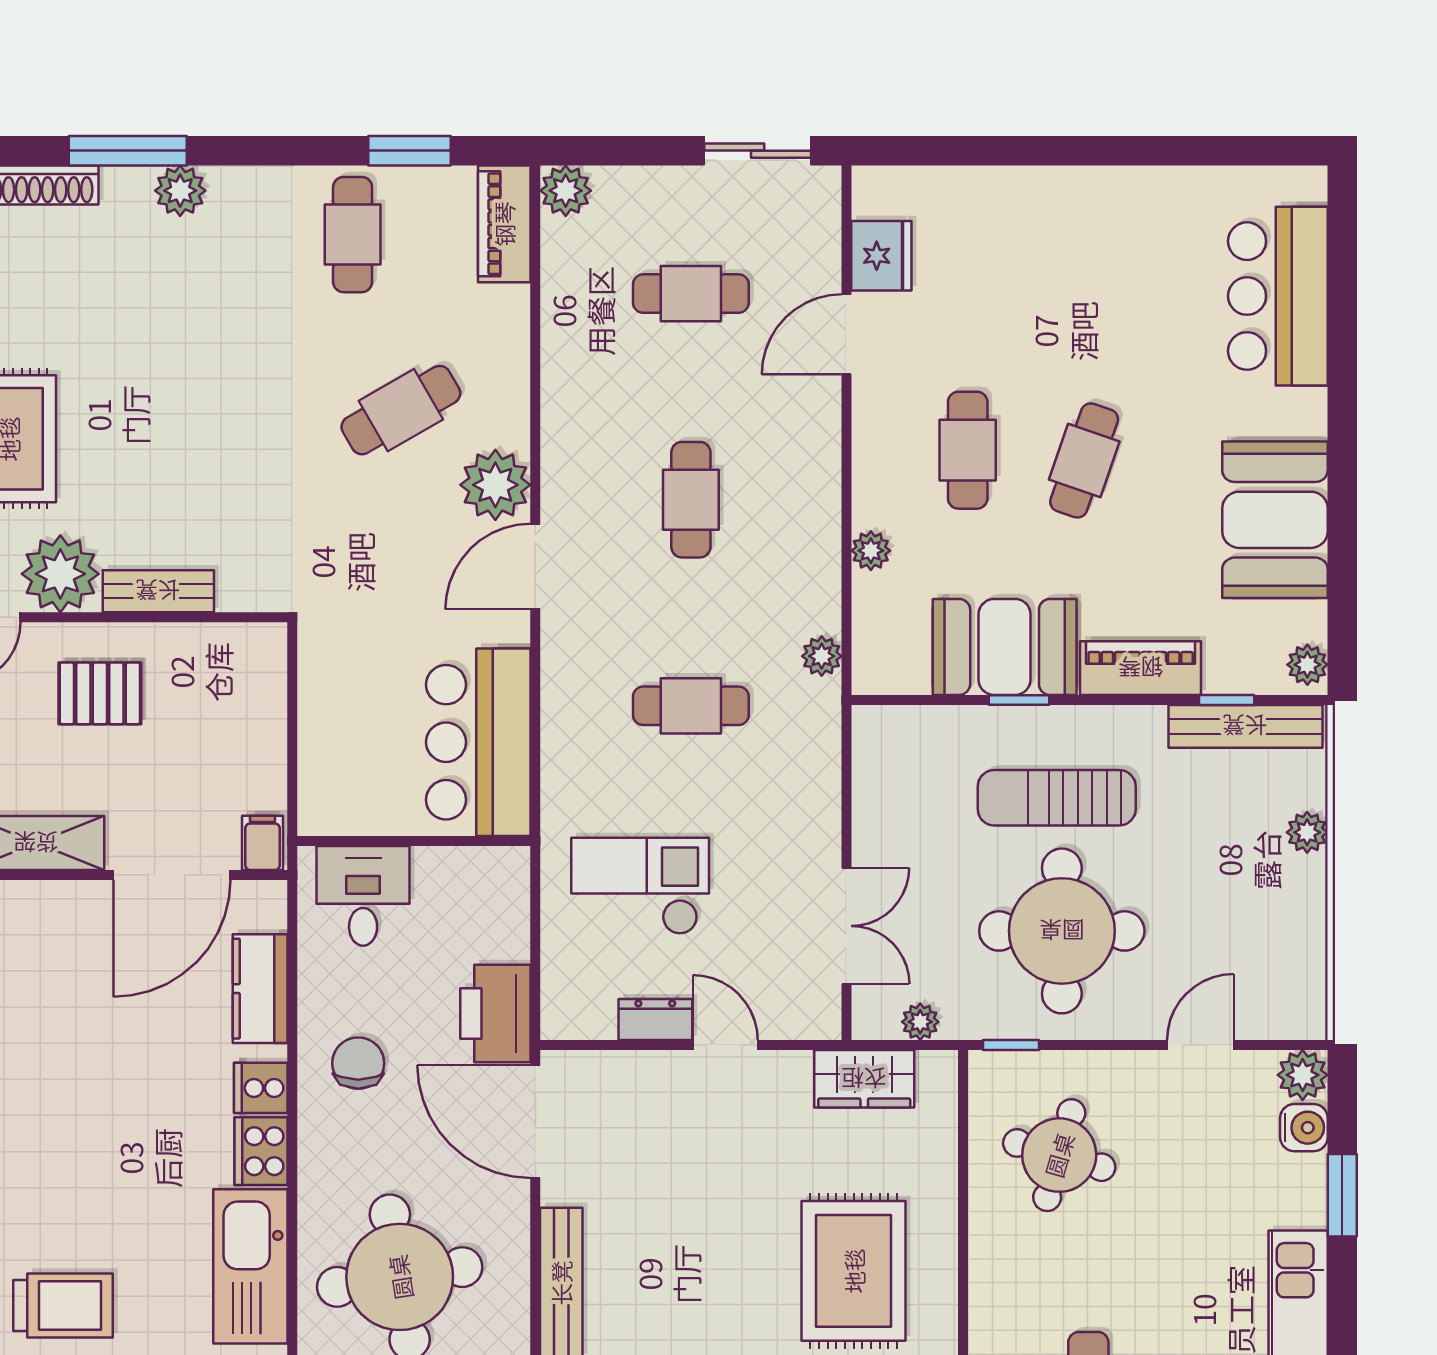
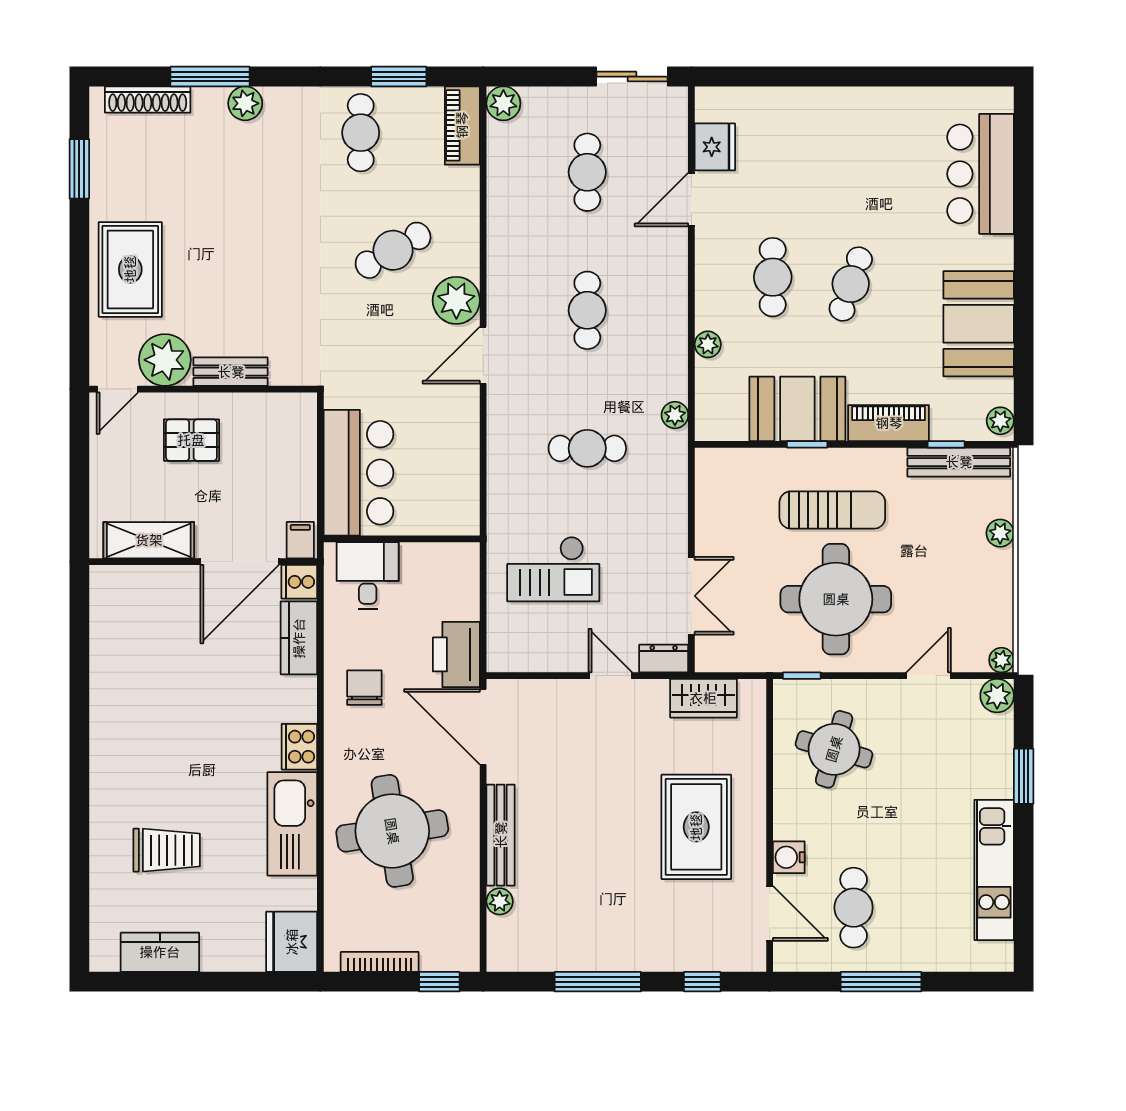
cafe table: (691, 294) -> (587, 172), turned 90
bar counter: (478, 742) -> (358, 473), moved, turned 180
sun lounger: (1057, 798) -> (832, 510), turned 180
checkout: (640, 886) -> (553, 569), turned 180
dresser: (655, 1020) -> (664, 659), moved
plant: (920, 1022) -> (1001, 660), moved
cooker: (261, 1088) -> (299, 582), moved
water cooler: (1304, 1128) -> (789, 857), moved, turned 180

